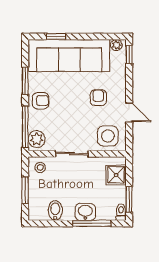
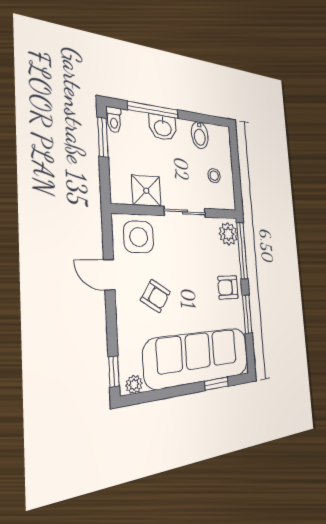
armchair: (98, 98) -> (156, 296), turned -56
stool: (40, 167) -> (214, 176), moved
shower: (116, 175) -> (146, 191), moved
window: (25, 190) -> (235, 166), removed

